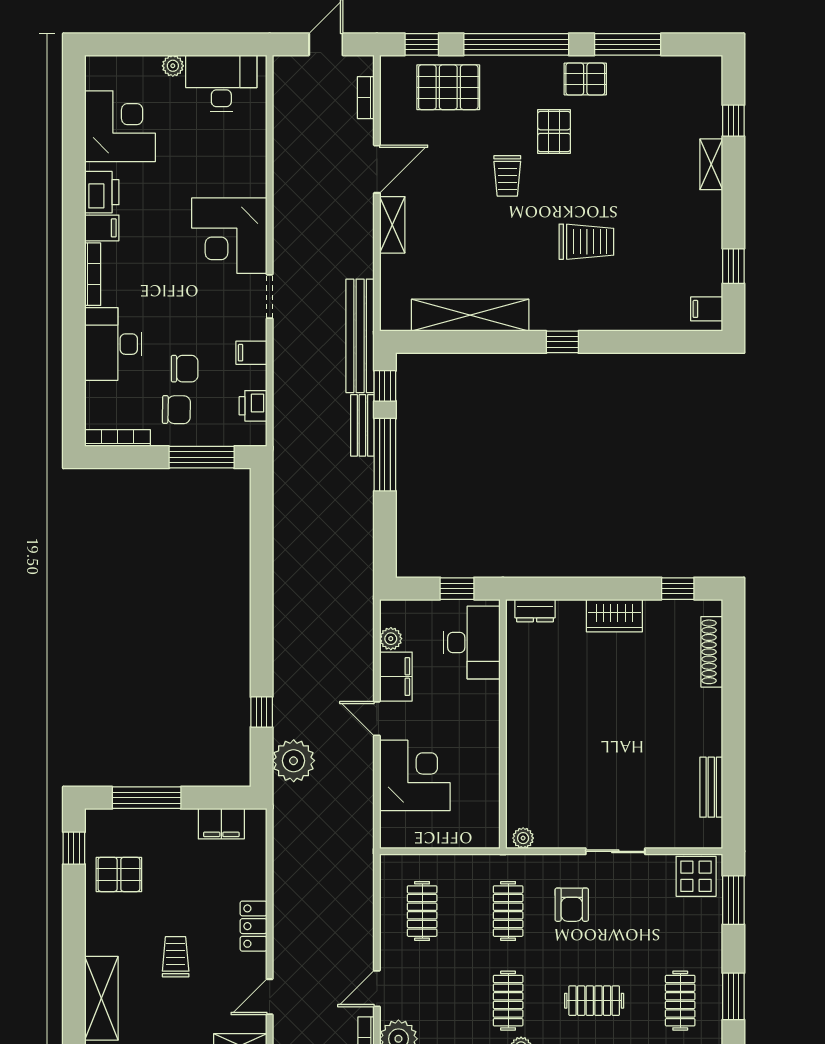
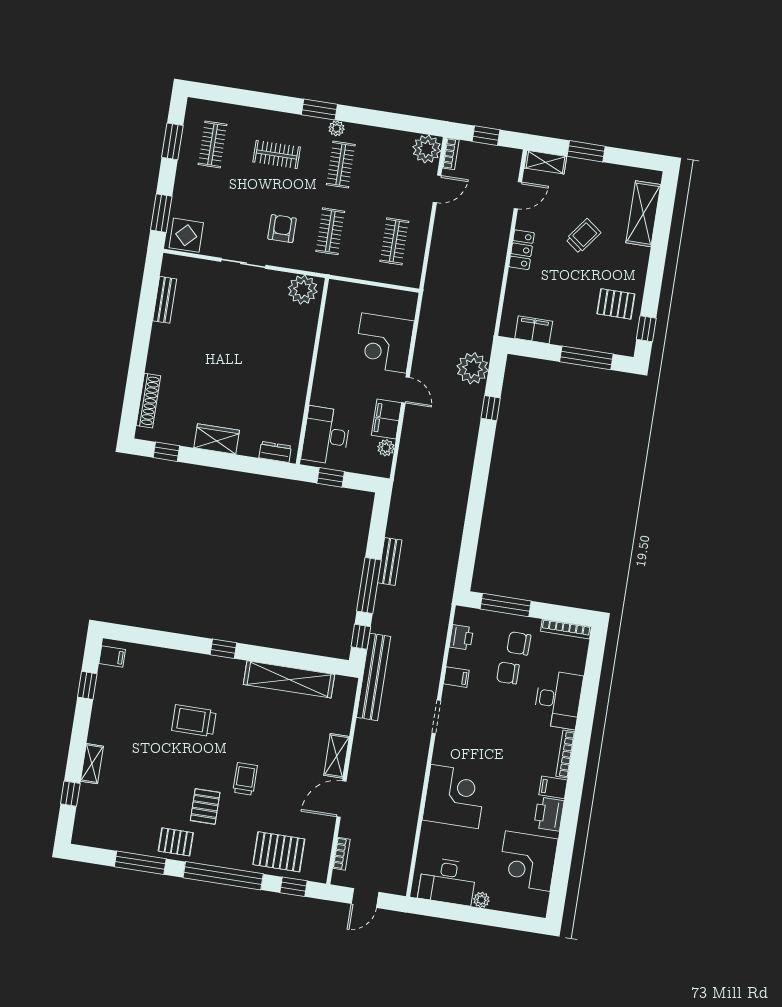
corner desk: (229, 236) -> (454, 797), moved
bench: (362, 425) -> (390, 561), moved
plant: (523, 838) -> (303, 290), width x1.87, depth x1.87
trolley: (176, 957) -> (583, 236), turned -143

